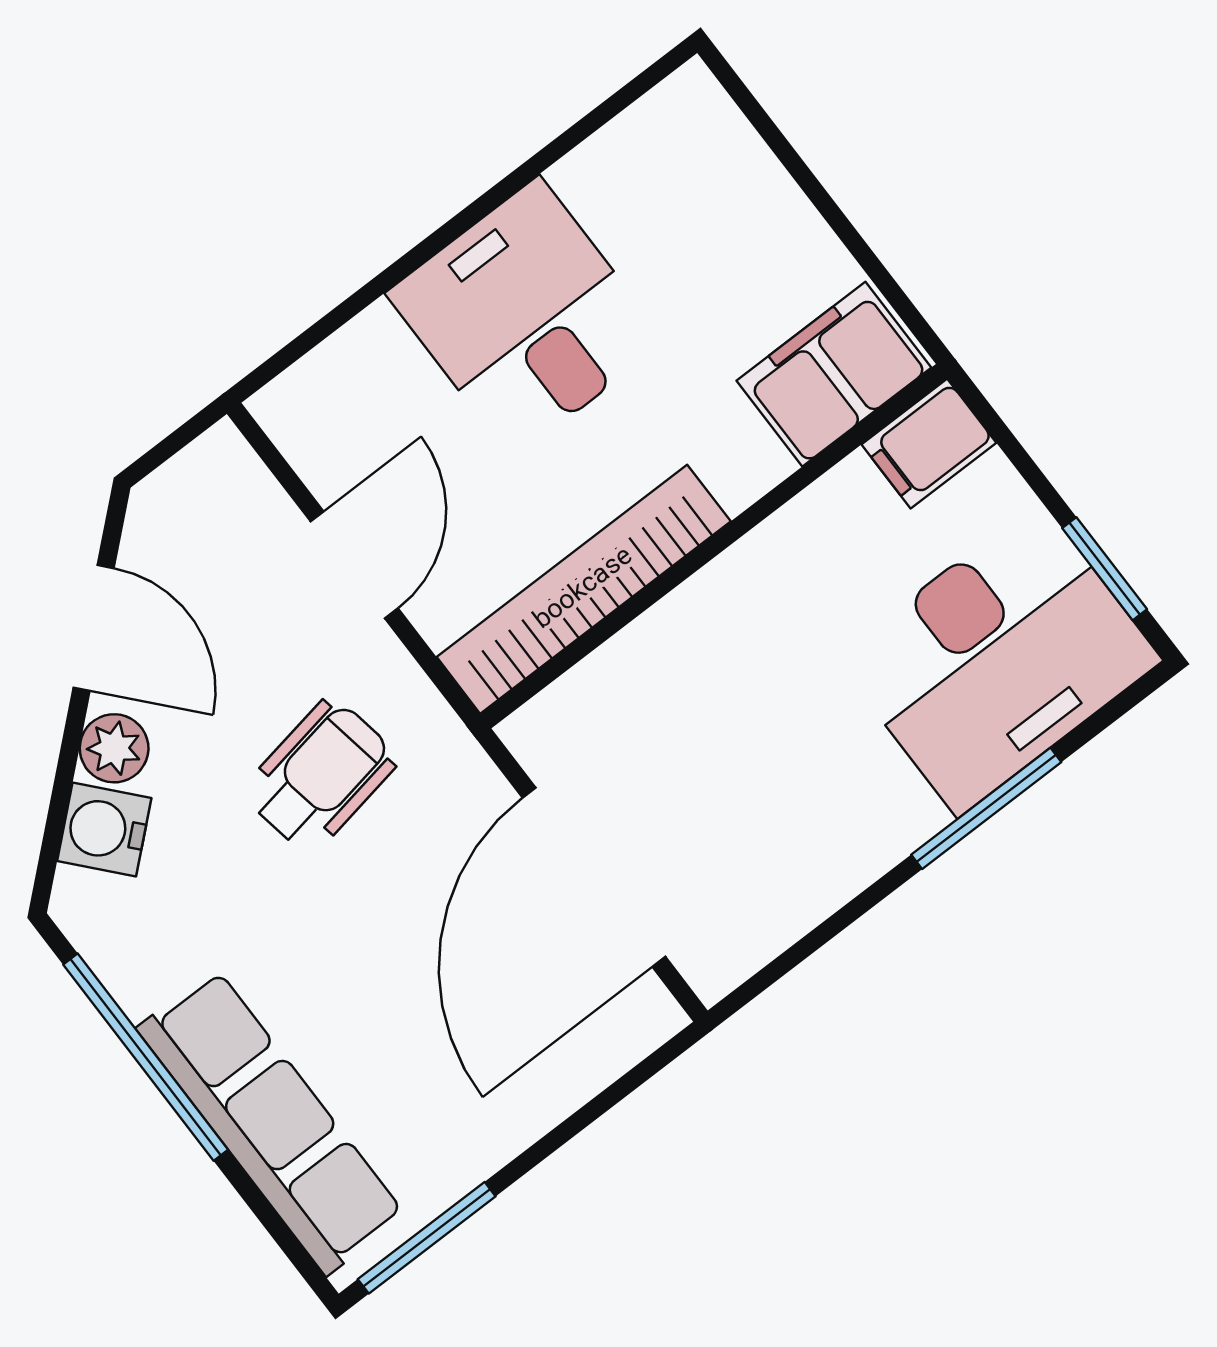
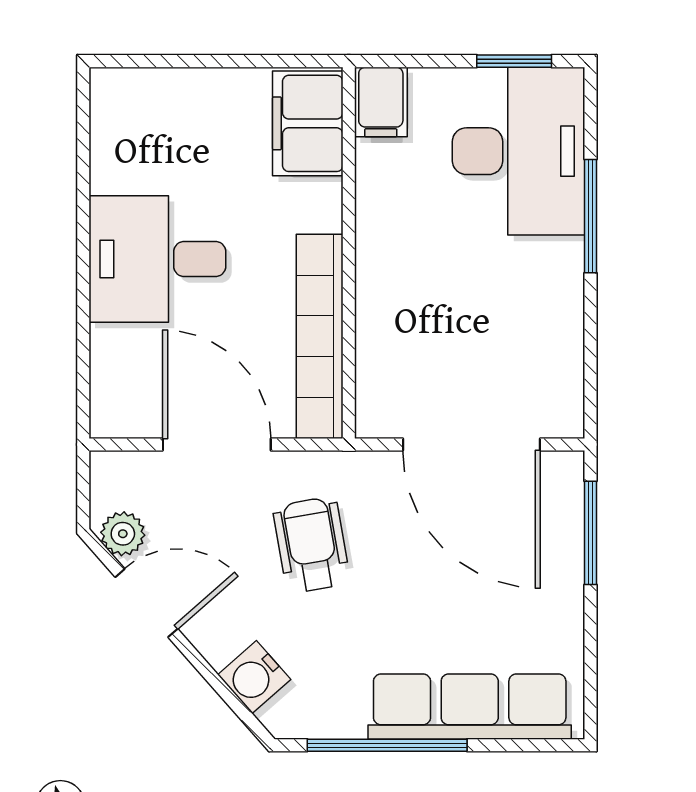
door: (354, 565) -> (217, 445), width x1.38
plant: (114, 748) -> (123, 534), moved
window: (427, 1238) -> (591, 533), moved

